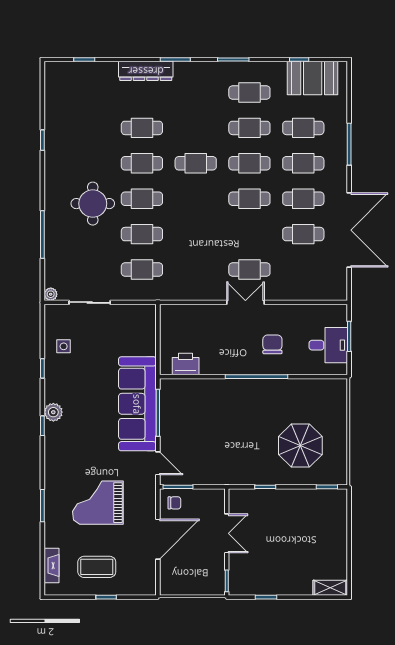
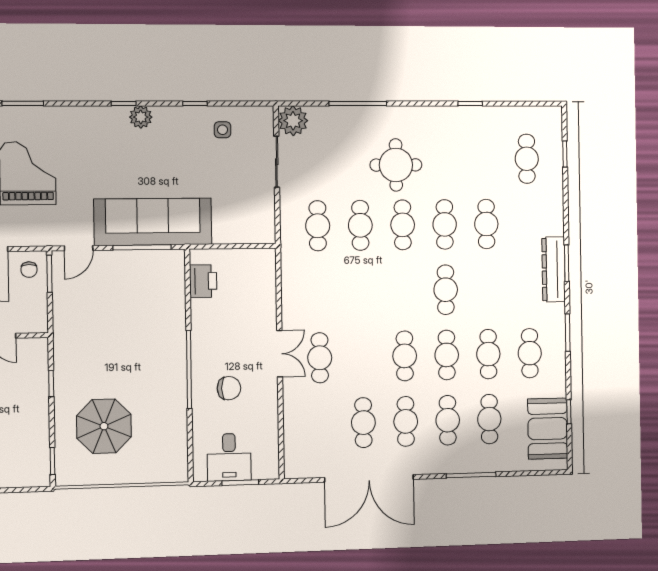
dresser: (146, 71) -> (554, 269), moved
cafe table: (88, 92) -> (527, 159), added
plant: (51, 294) -> (293, 121), width x1.88, depth x1.88

